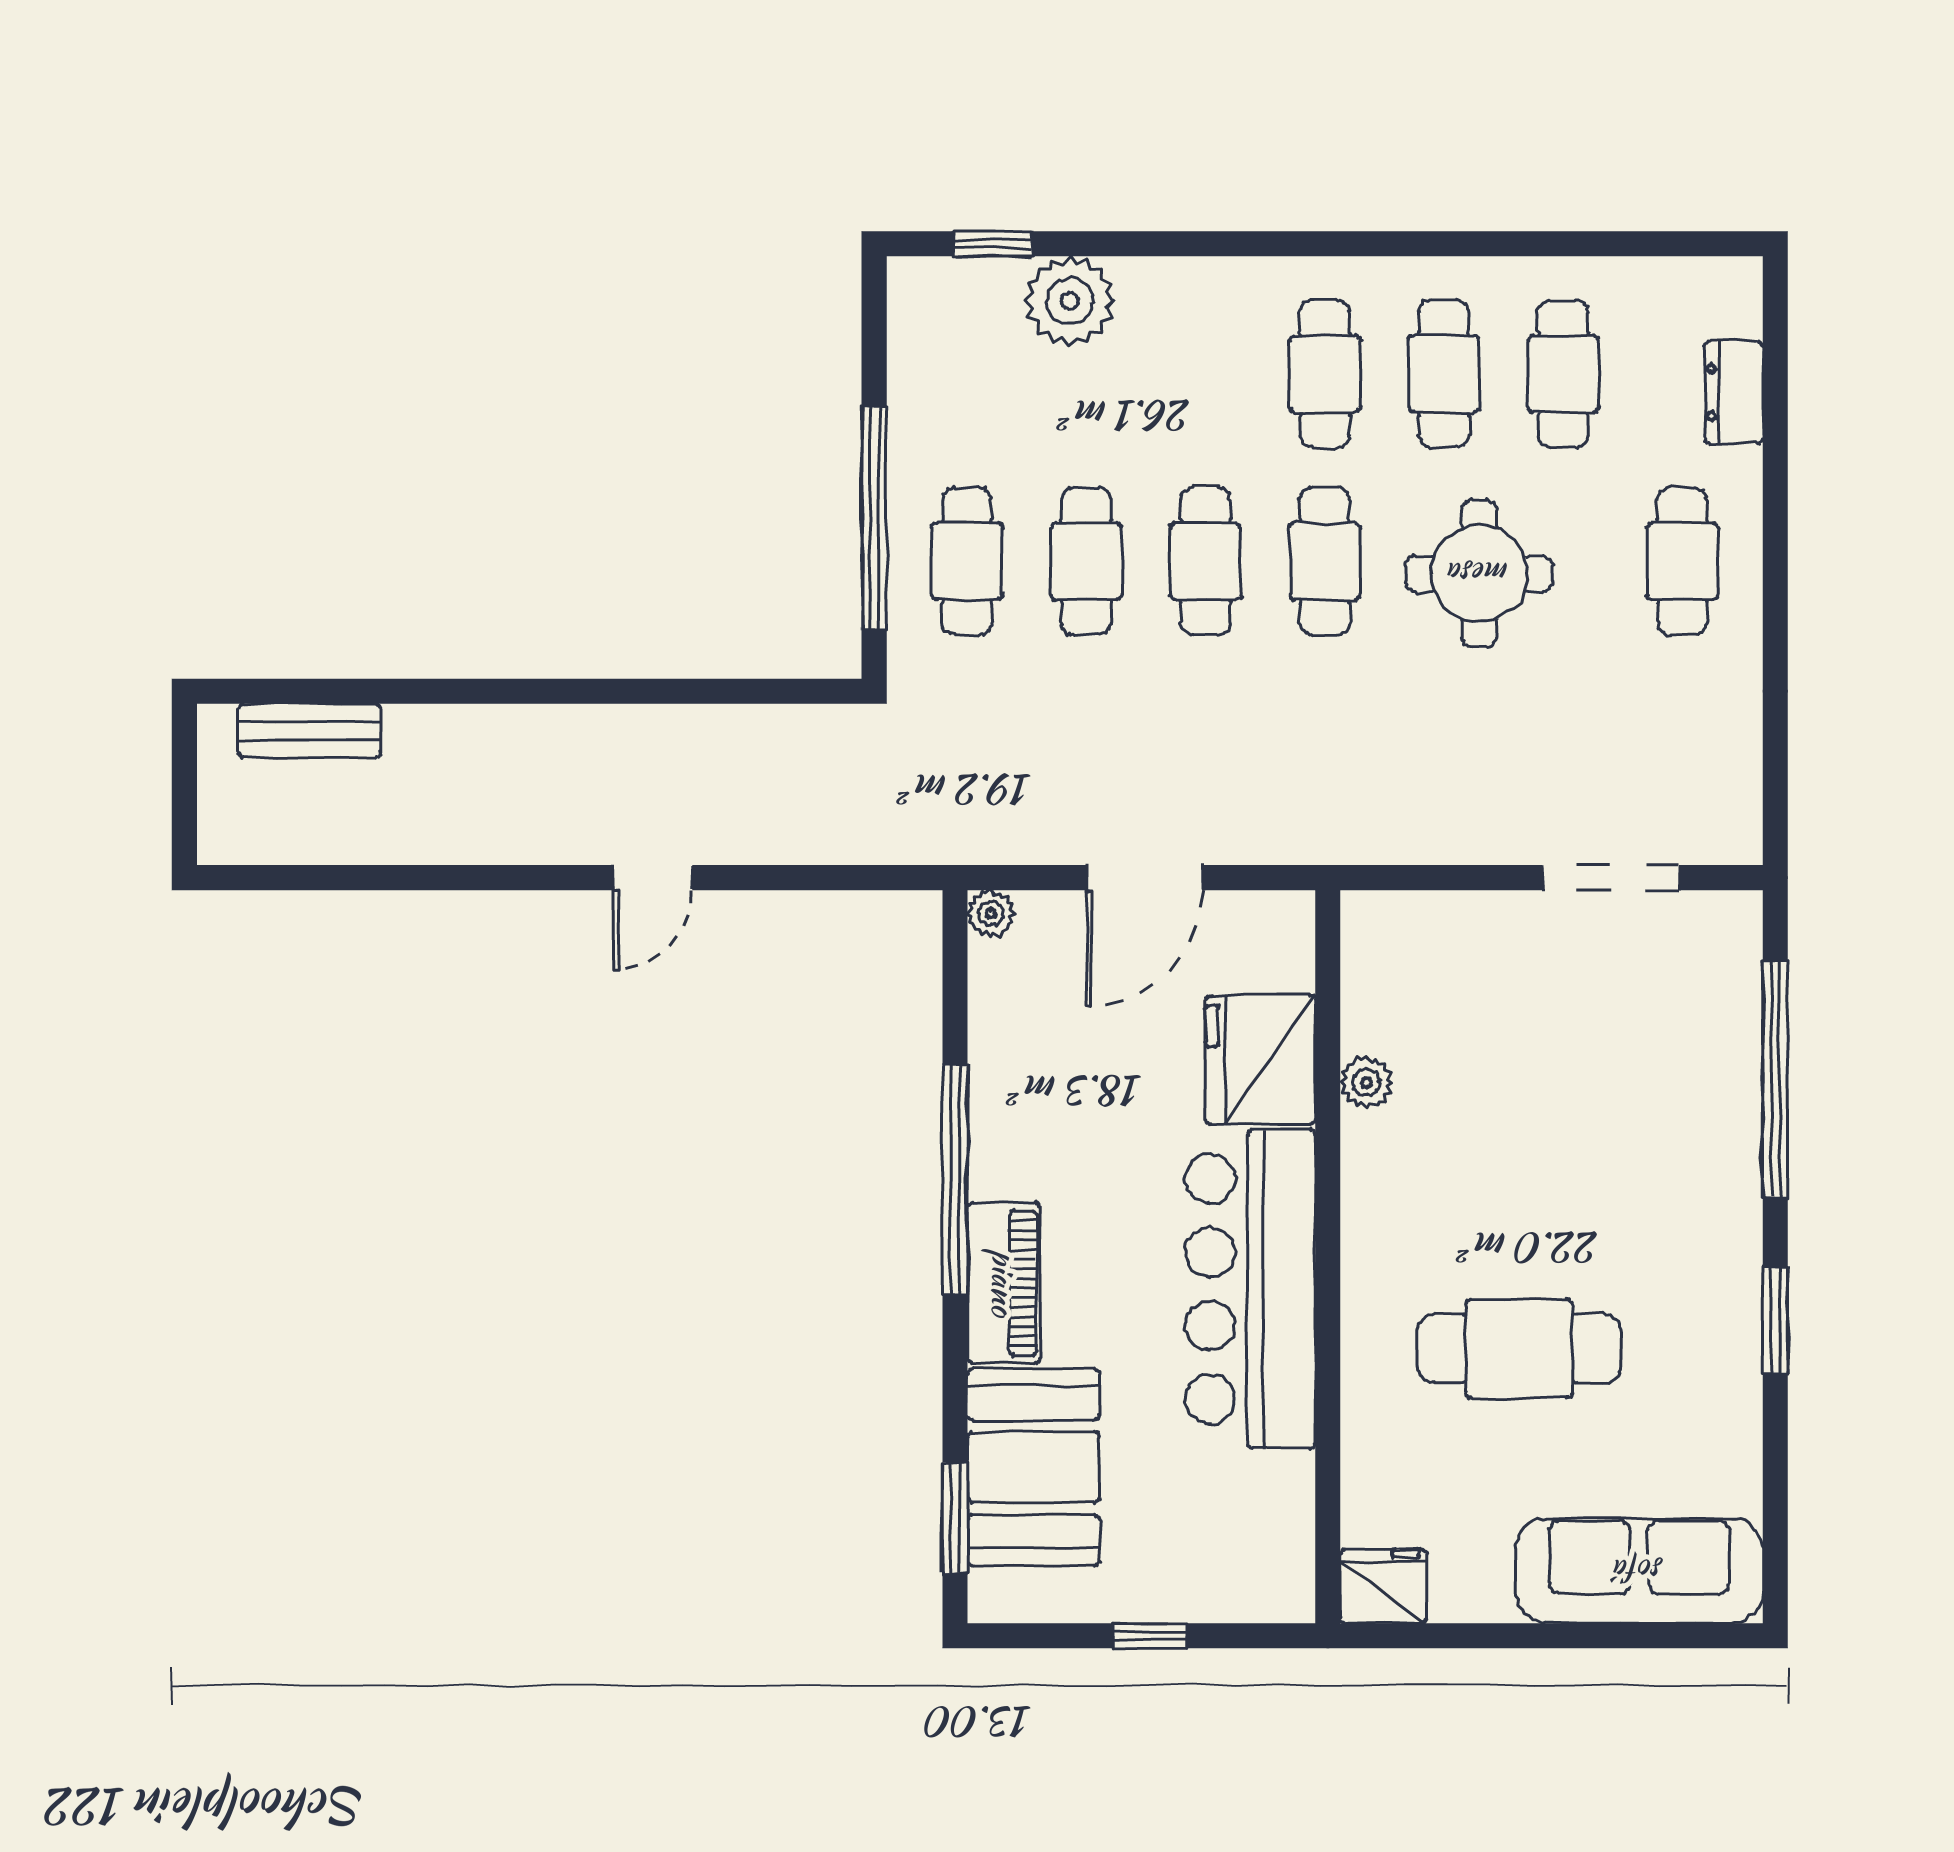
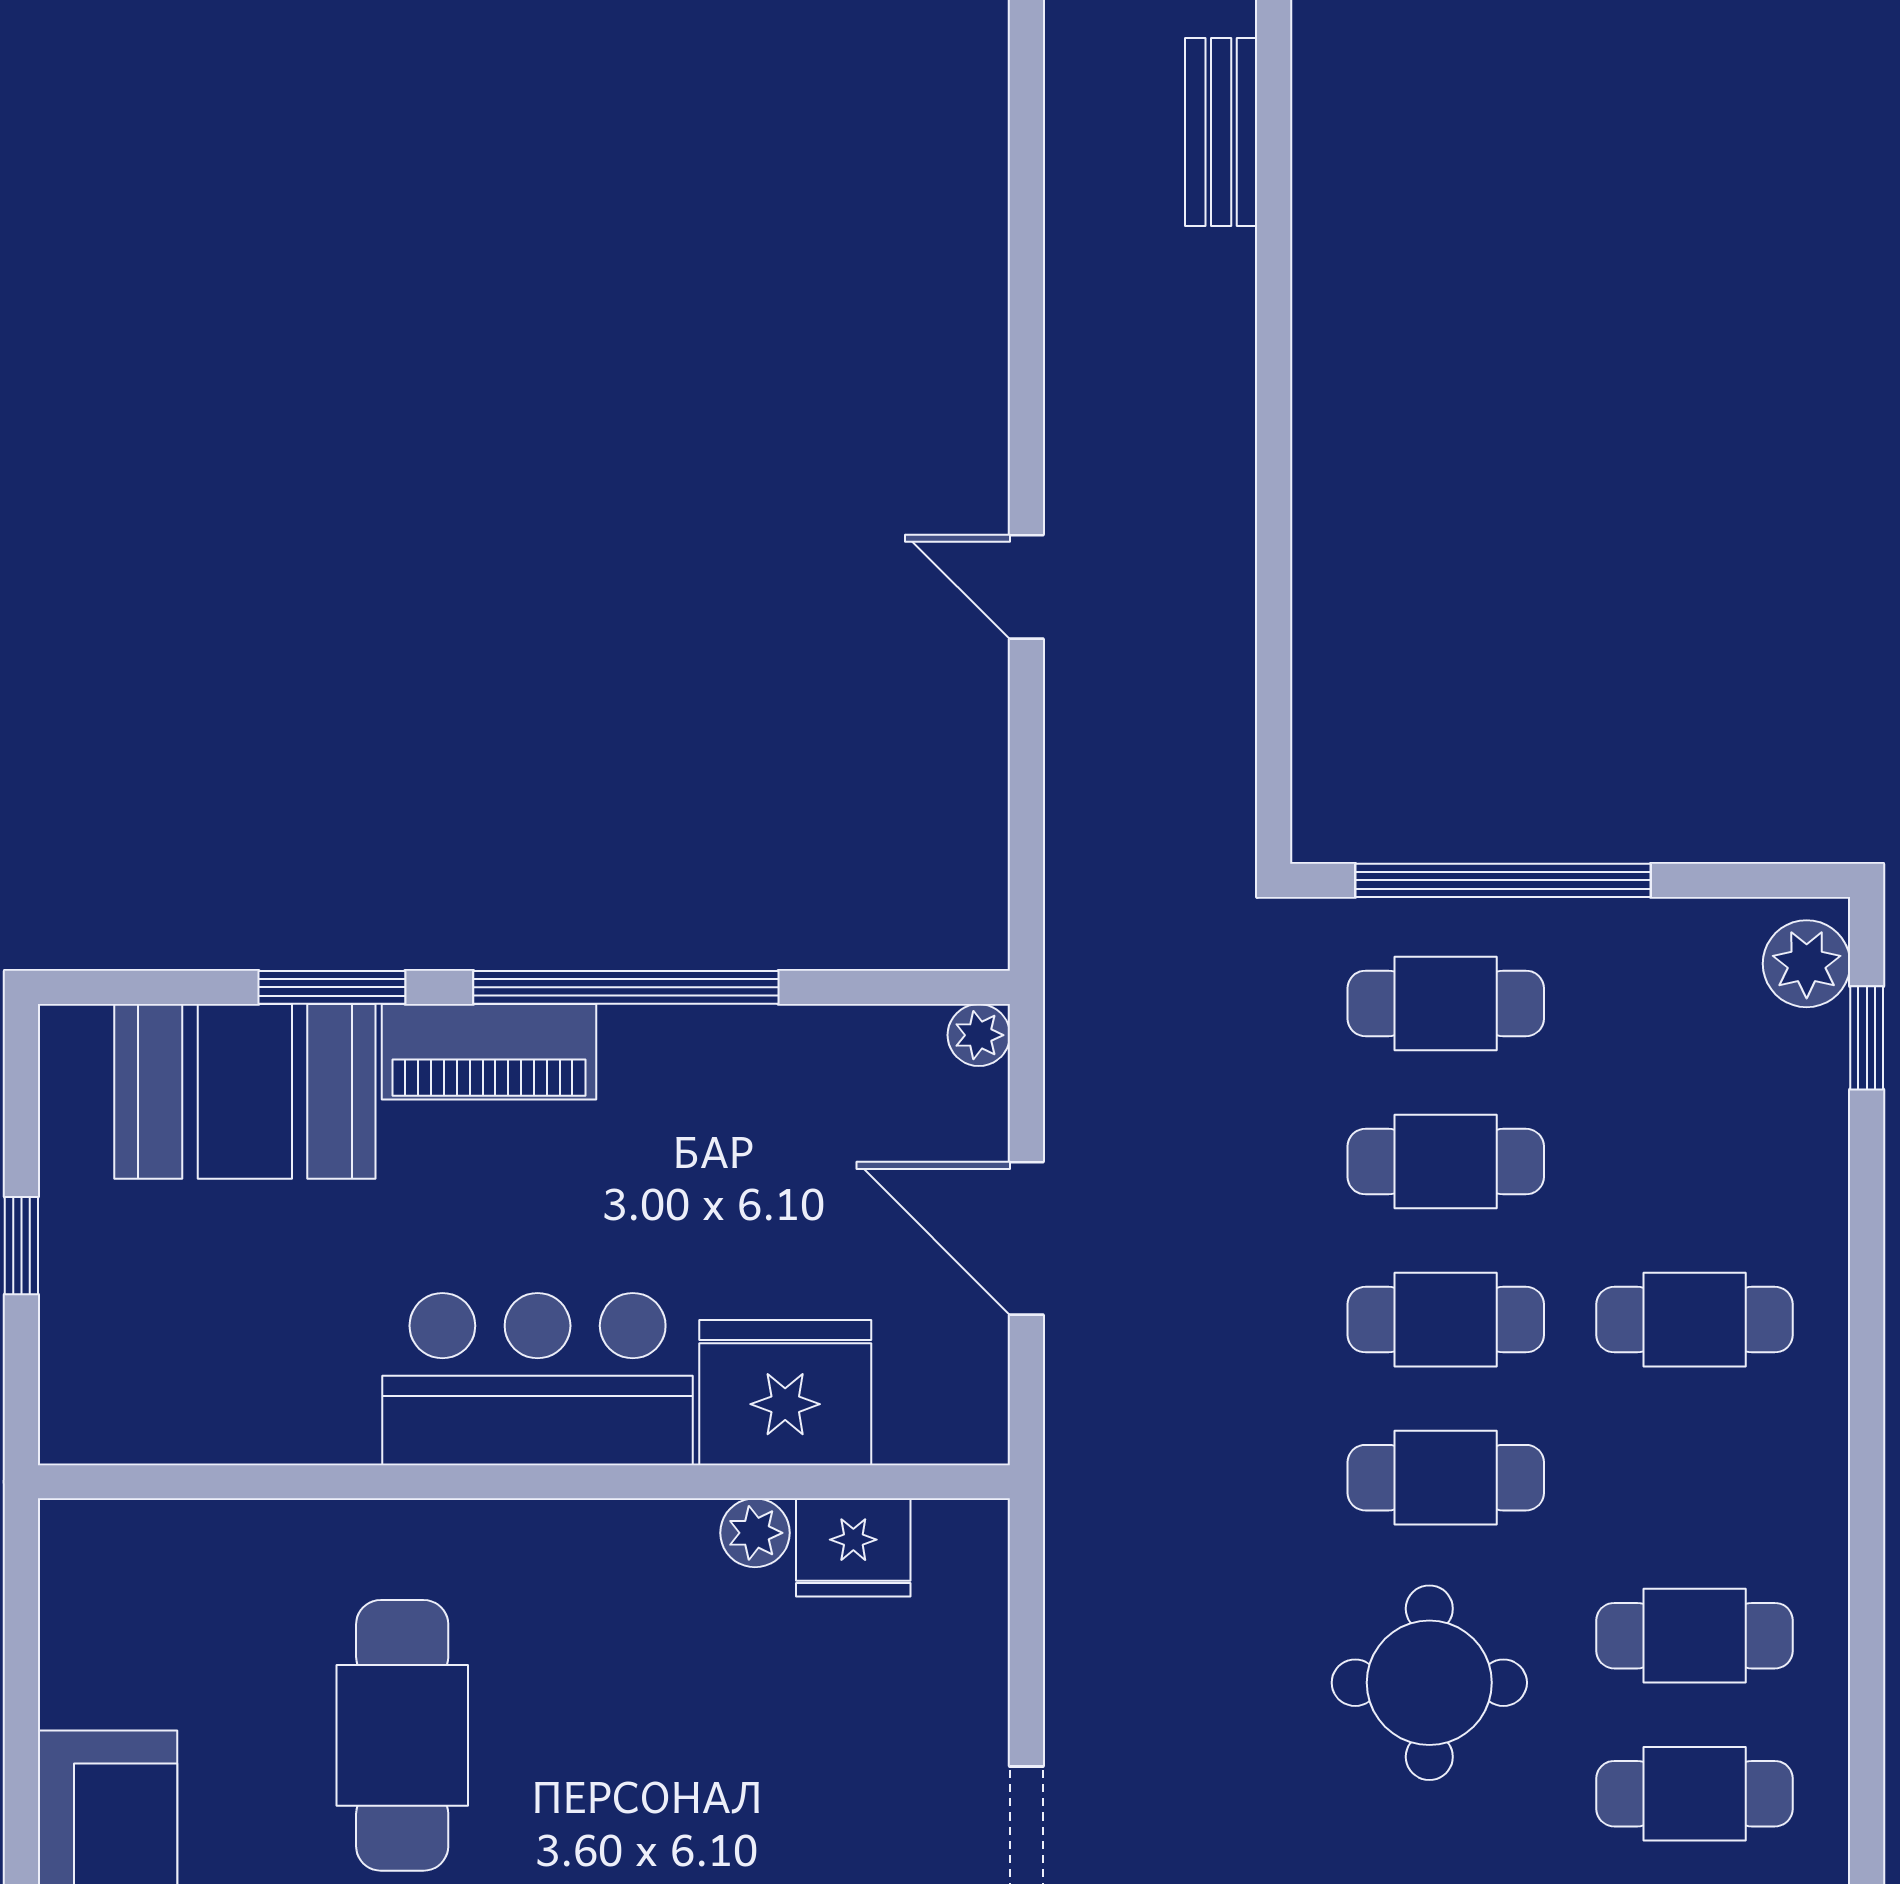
plant: (1070, 301) -> (1807, 964), moved, width x0.73, depth x0.73
cafe table: (1325, 374) -> (1695, 1320), moved
bar counter: (1250, 1289) -> (538, 1379), width x0.73
window: (955, 1518) -> (332, 987), moved
fridge: (1383, 1586) -> (853, 1547), moved, turned 90

